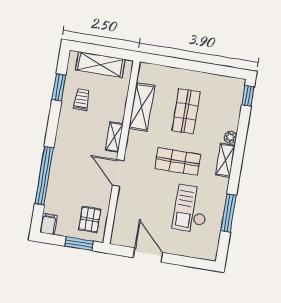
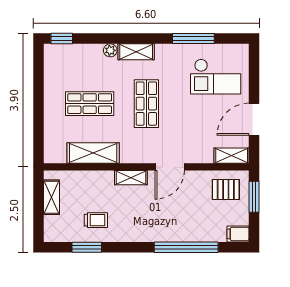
shelving: (100, 65) -> (52, 197), width x0.67, depth x0.75
trolley: (82, 100) -> (96, 220), turned 180
checkout: (191, 209) -> (216, 77), moved
shelving: (119, 230) -> (232, 156), added

